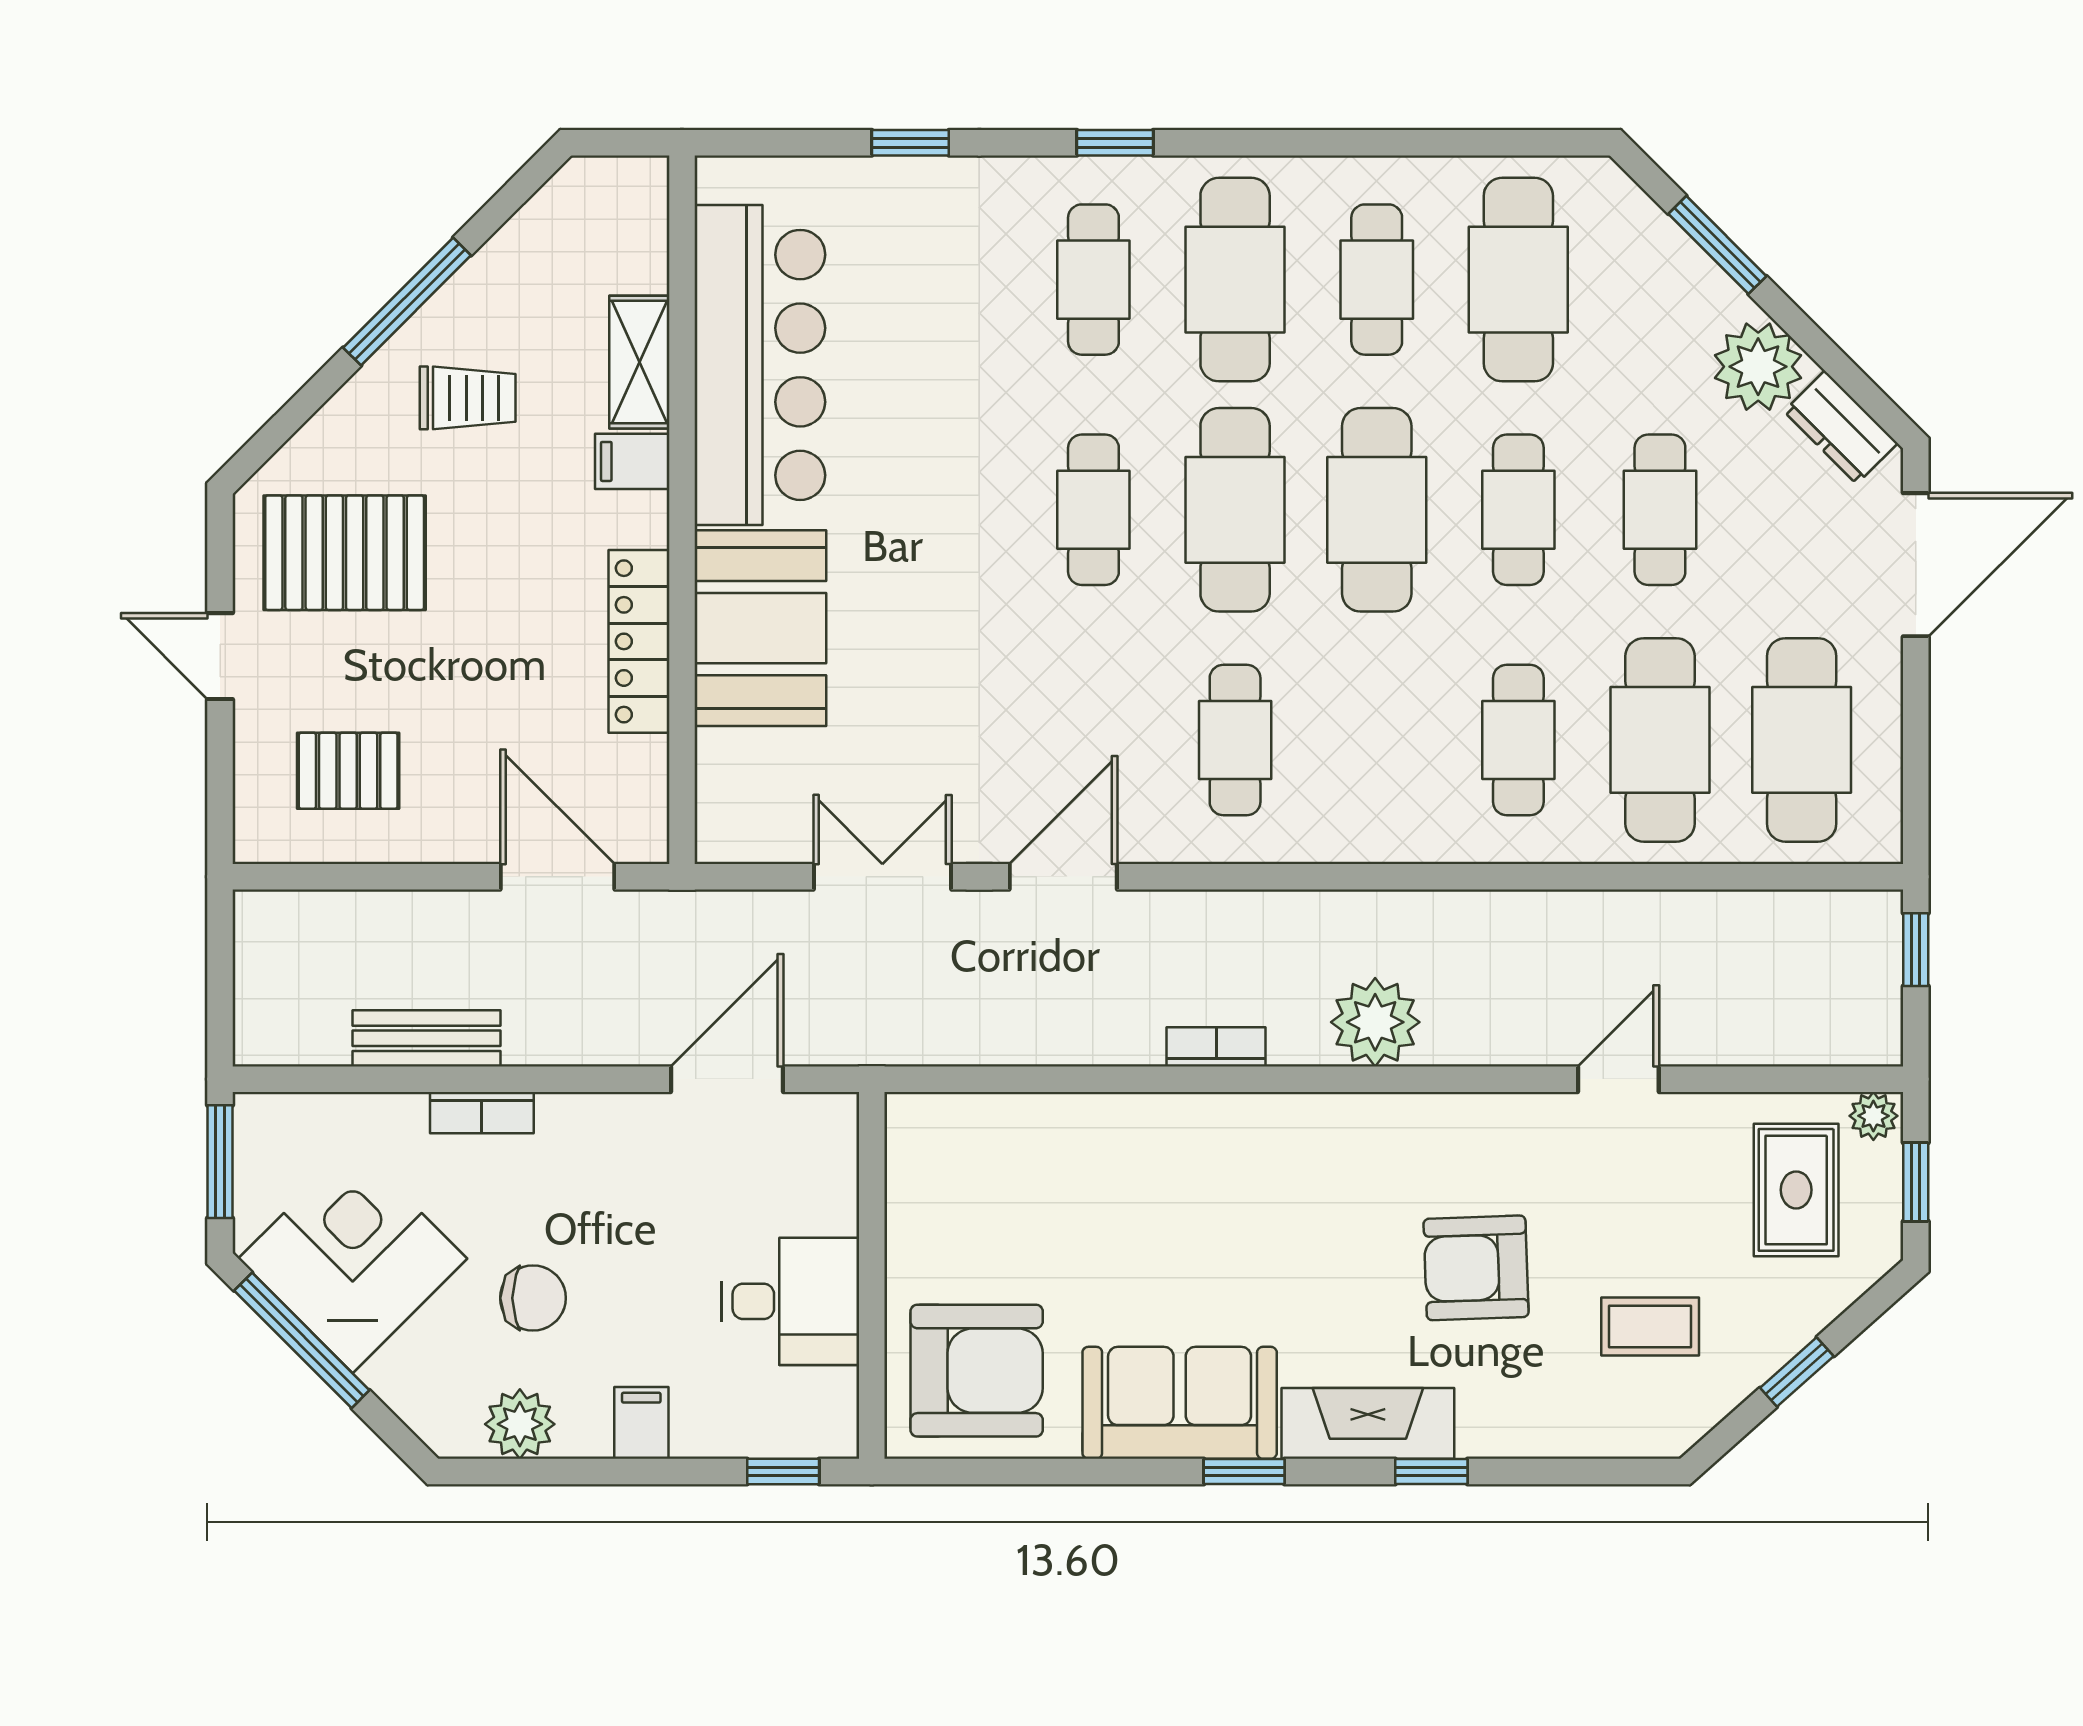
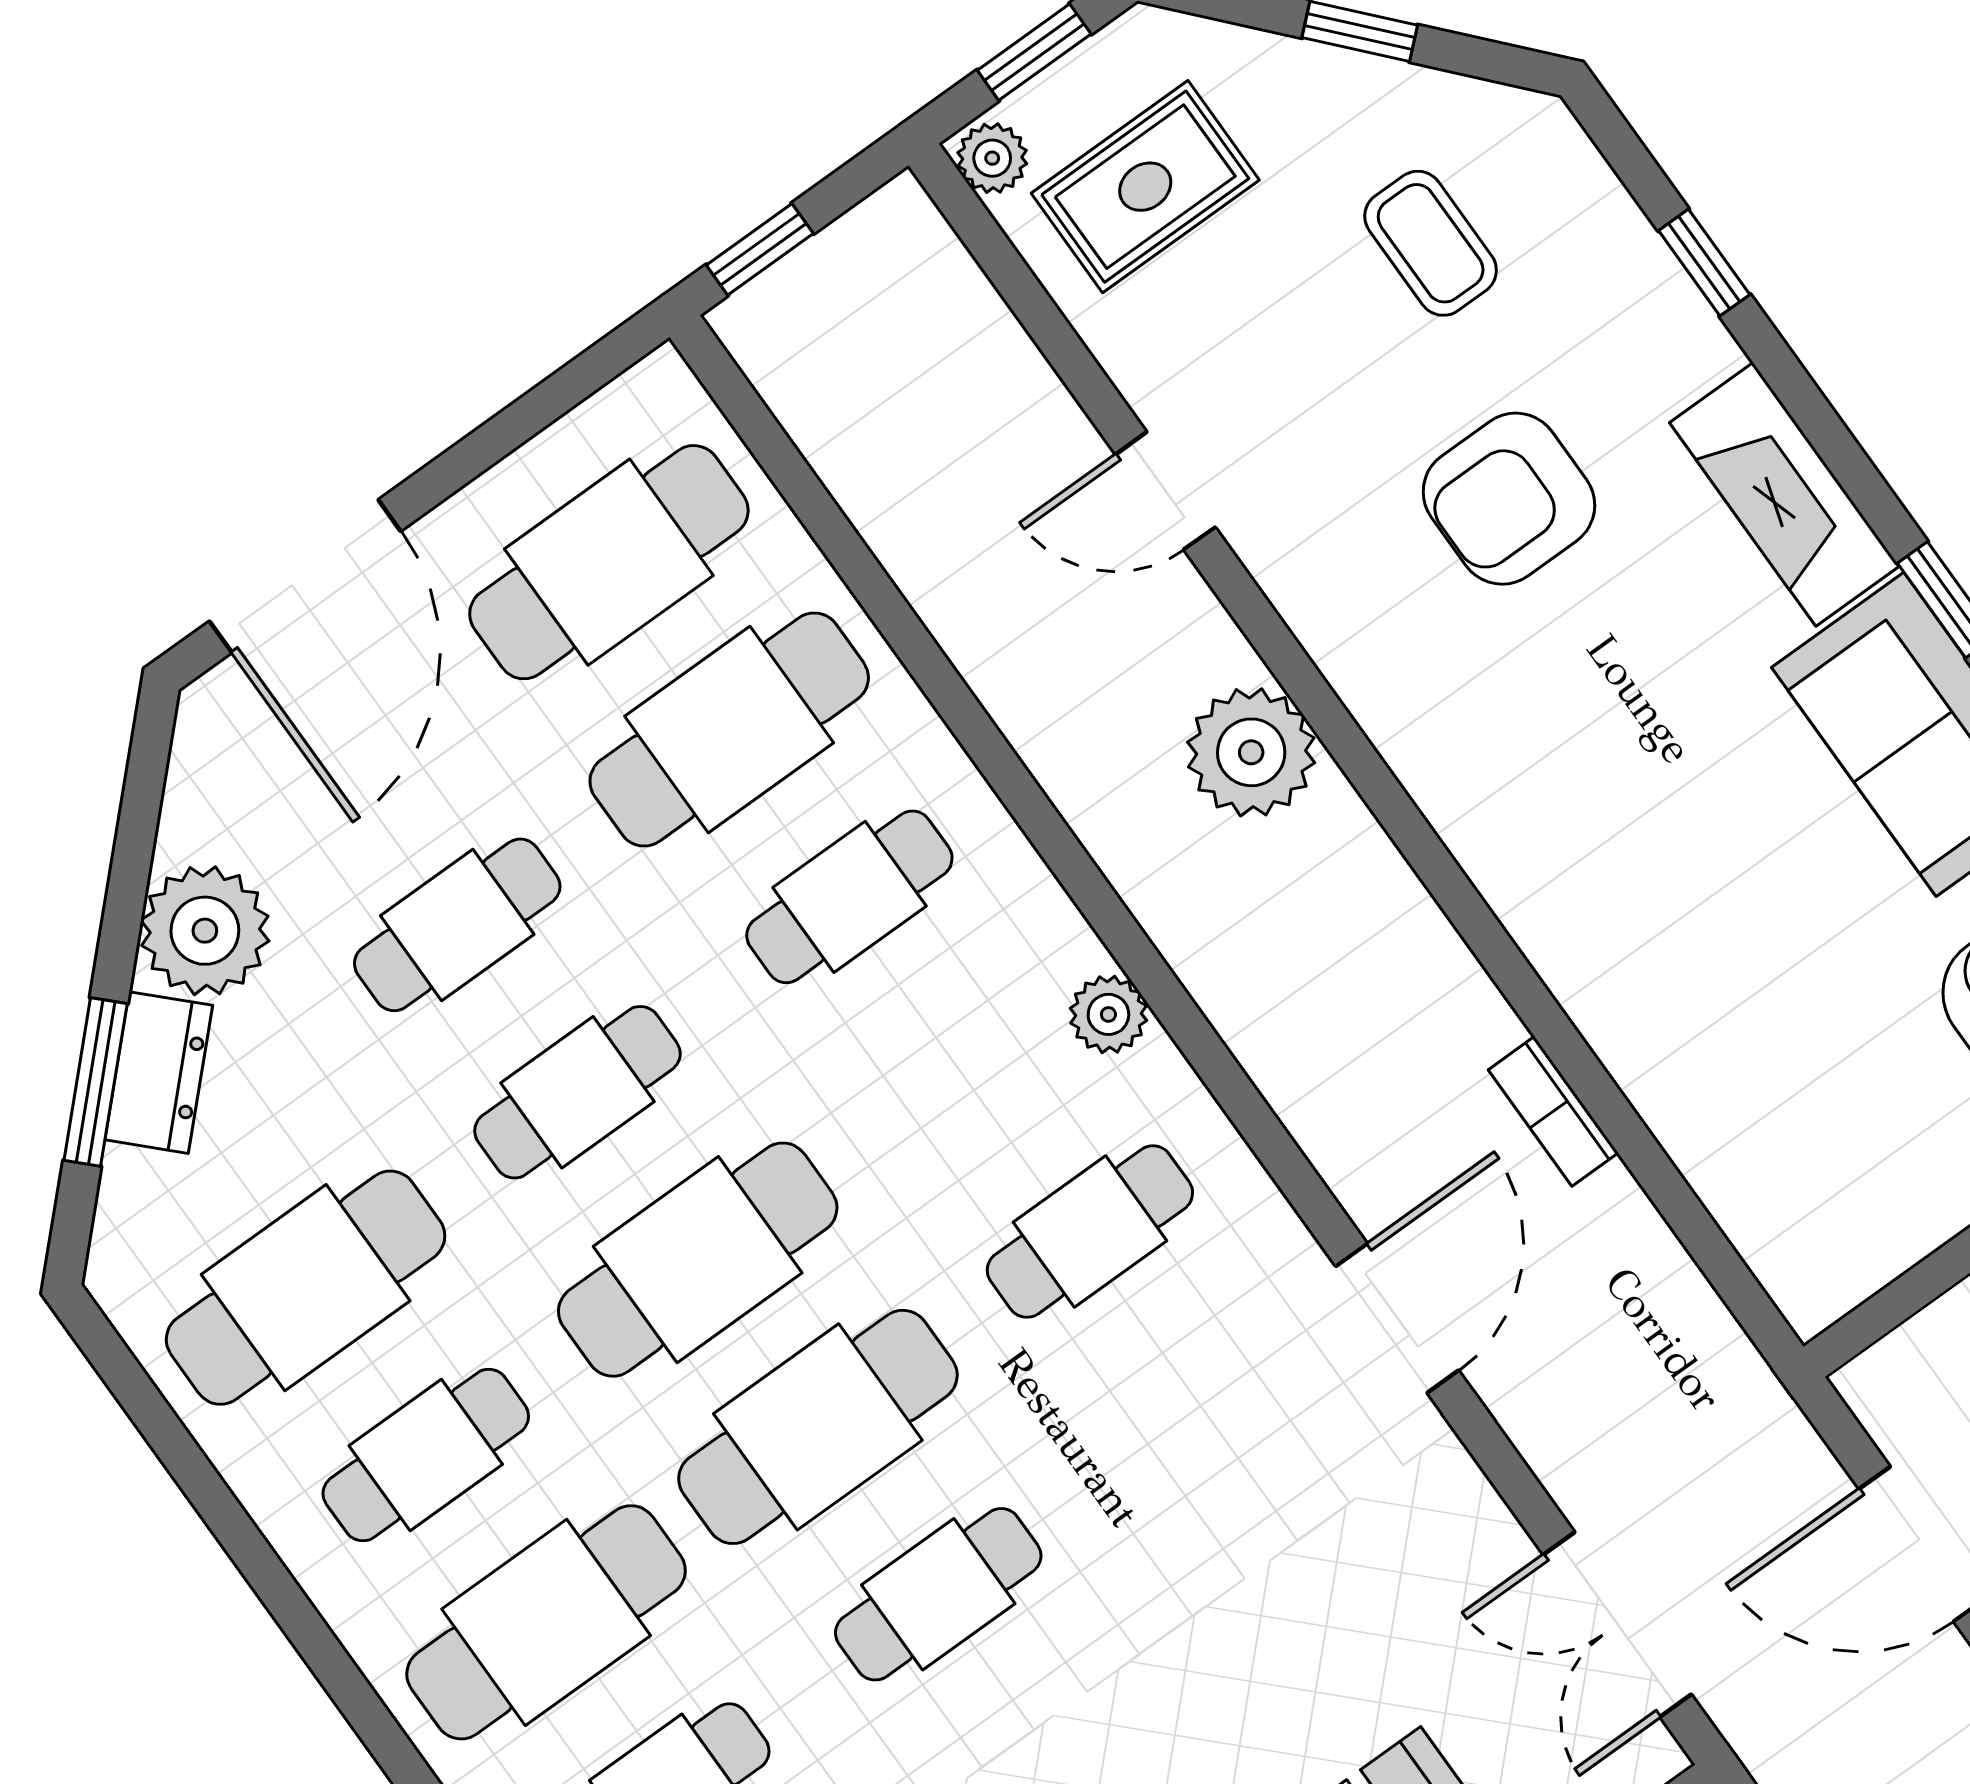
dresser: (1841, 427) -> (159, 1073), moved
door: (1916, 565) -> (305, 576), swing flipped
plant: (1349, 837) -> (1108, 1014), added
double door: (882, 877) -> (1617, 1625), moved
door: (1063, 877) -> (1397, 1318), swing flipped
plant: (1375, 1022) -> (1251, 752), moved
bookcase: (1216, 1047) -> (1553, 1111), moved
armchair: (1476, 1268) -> (1509, 499), turned 92
window: (1431, 1472) -> (1704, 263), moved

